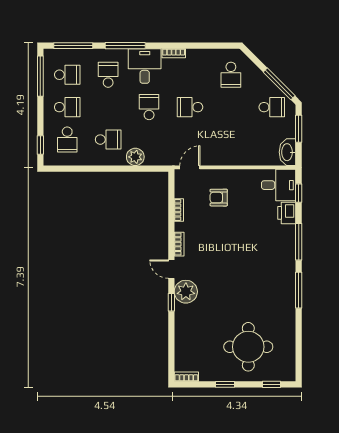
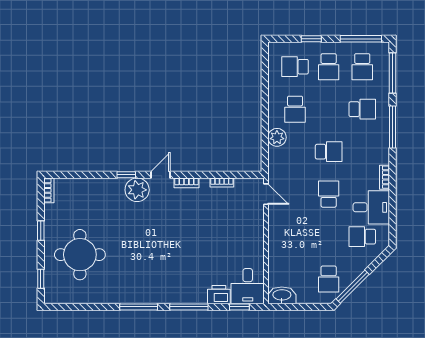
desk: (145, 66) -> (371, 207), moved
window: (299, 129) -> (306, 307), removed
window: (40, 145) -> (311, 39), moved
armchair: (219, 198) -> (235, 224), removed

